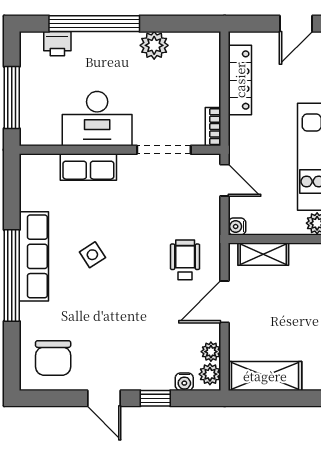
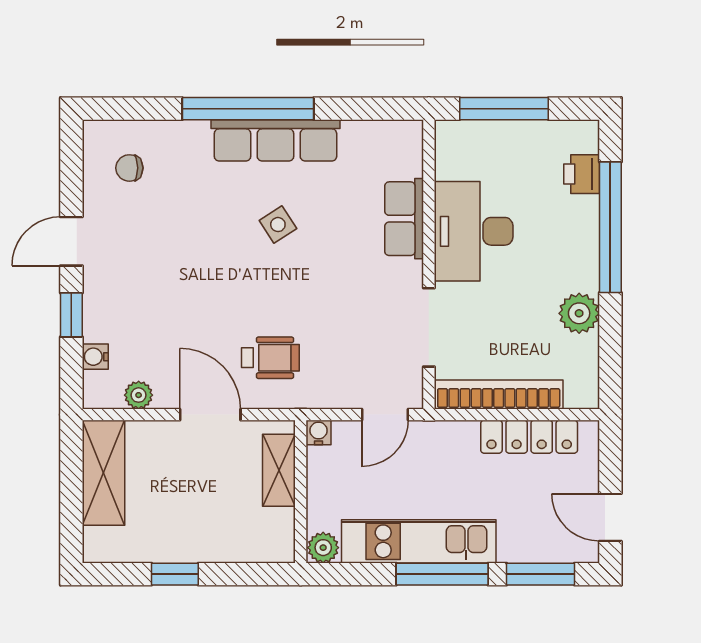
bookcase: (213, 127) -> (499, 394), width x2.31, depth x1.31
chair: (53, 358) -> (129, 168), width x0.54, depth x0.54
plant: (210, 374) -> (106, 394), removed

